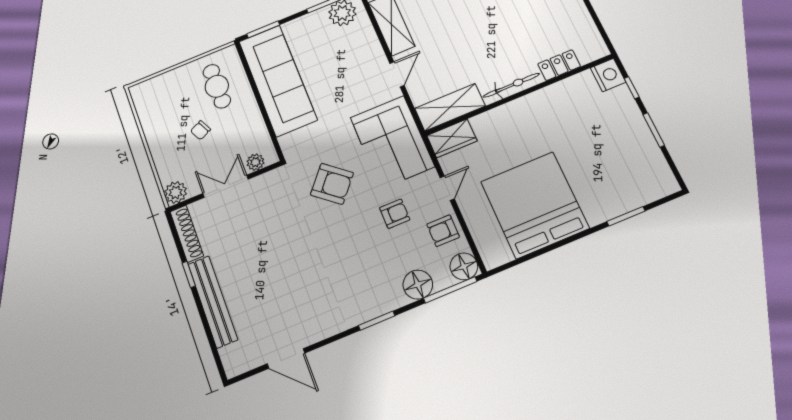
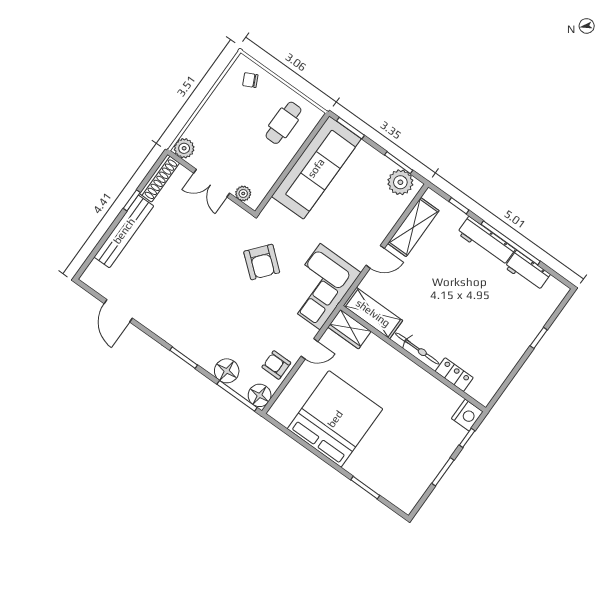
chair: (200, 130) -> (250, 80), moved
double door: (225, 186) -> (212, 183), swing flipped
armchair: (395, 214) -> (268, 322), removed

